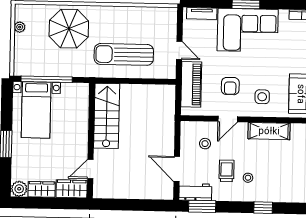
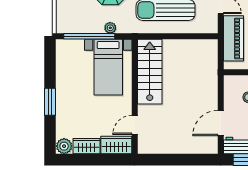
plant: (68, 71) -> (110, 28), added
bed with nightstands: (36, 110) -> (108, 67), moved
door: (177, 169) -> (221, 123), hinge flipped

